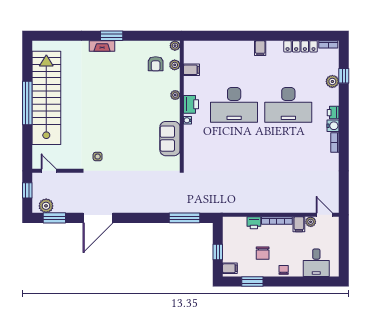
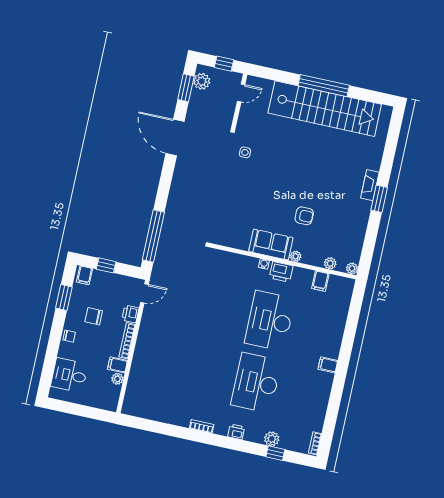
locker: (301, 46) -> (320, 411), removed
armchair: (156, 64) -> (304, 216), moved, turned 180
water cooler: (333, 126) -> (221, 428), removed
sofa: (170, 139) -> (271, 245), moved
door: (324, 215) -> (144, 293), moved
window: (184, 218) -> (153, 236), width x1.46

